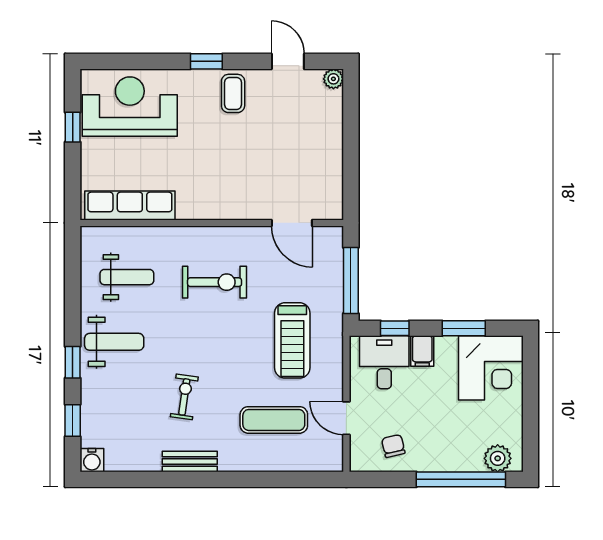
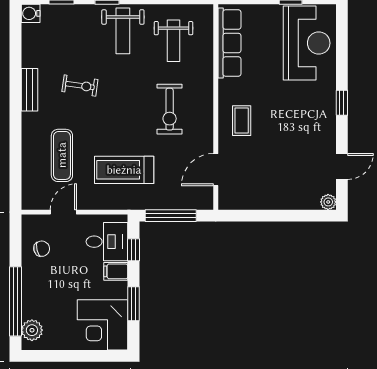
coffee table: (233, 93) -> (242, 121), moved, turned 90

